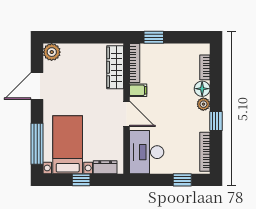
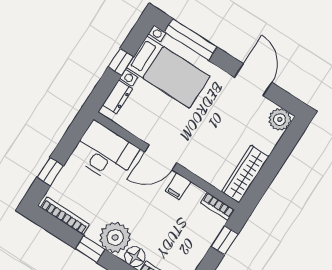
bookcase: (135, 63) -> (218, 206), width x0.64
wardrobe: (115, 67) -> (245, 174), moved, turned -90
plant: (203, 104) -> (115, 237), width x1.88, depth x1.88

